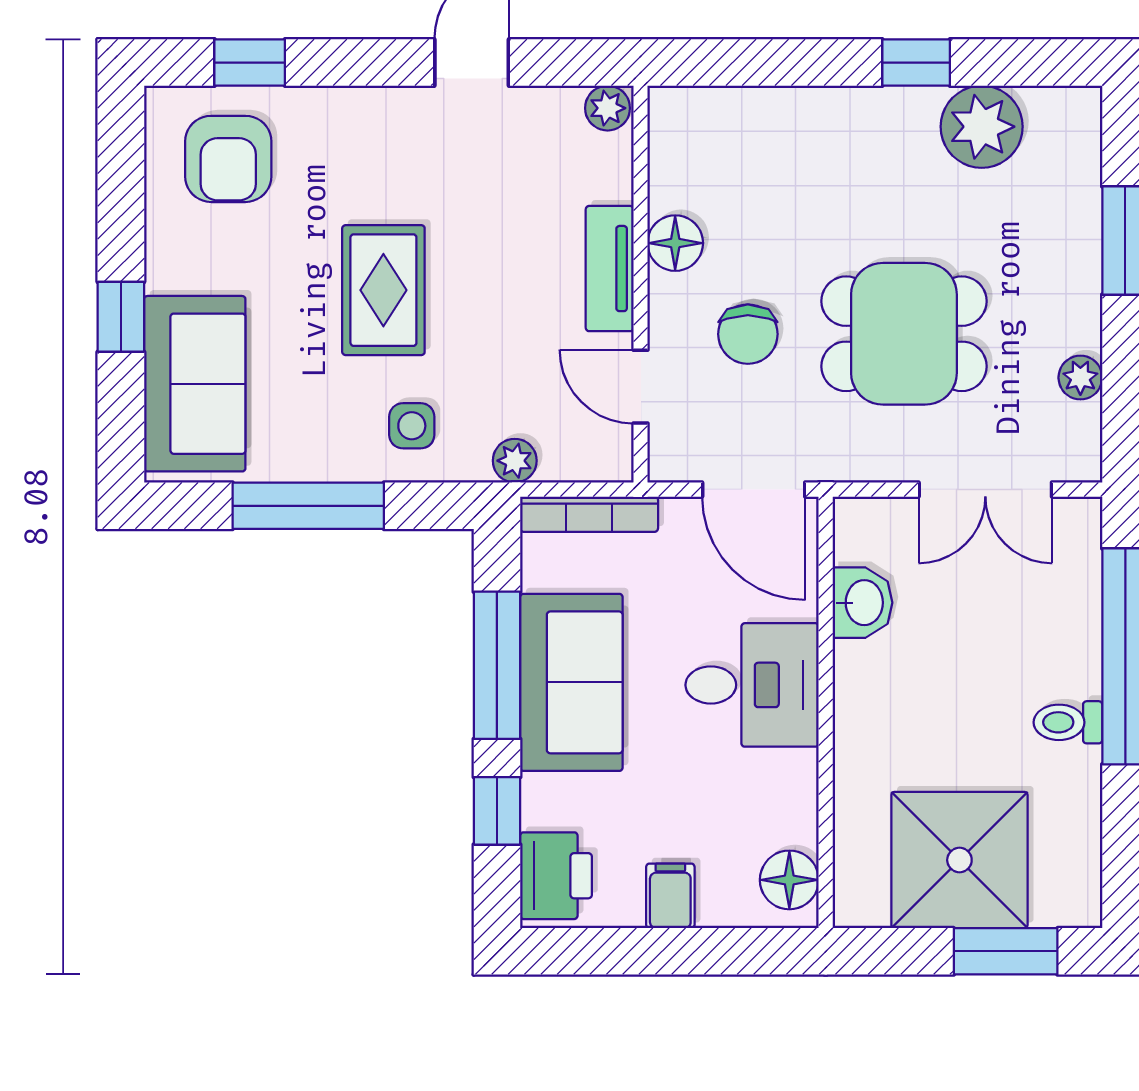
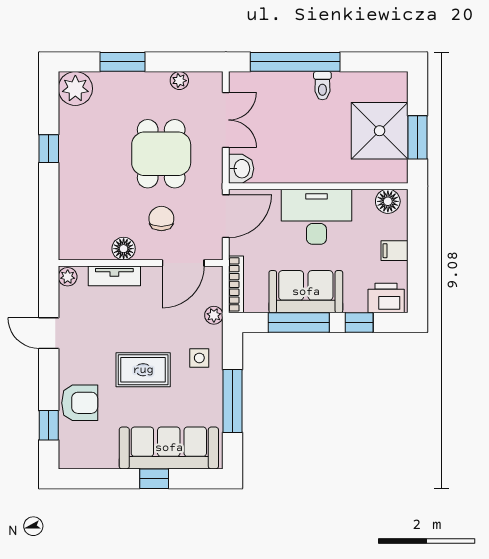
plant: (982, 127) -> (75, 89), moved
armchair: (228, 159) -> (80, 403), moved
tv unit: (610, 269) -> (114, 276), moved
chair: (748, 334) -> (161, 219), turned -90
sofa: (195, 384) -> (169, 448), width x1.36
door: (641, 387) -> (183, 263), width x1.38
washbasin: (862, 603) -> (241, 169), moved, turned 90
desk: (752, 685) -> (316, 217), width x1.37
window: (1006, 951) -> (417, 137), moved

